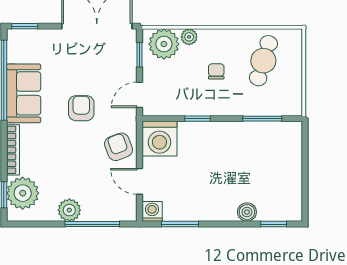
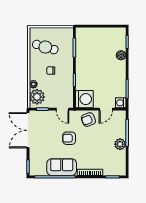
plant: (23, 193) -> (112, 167), removed

